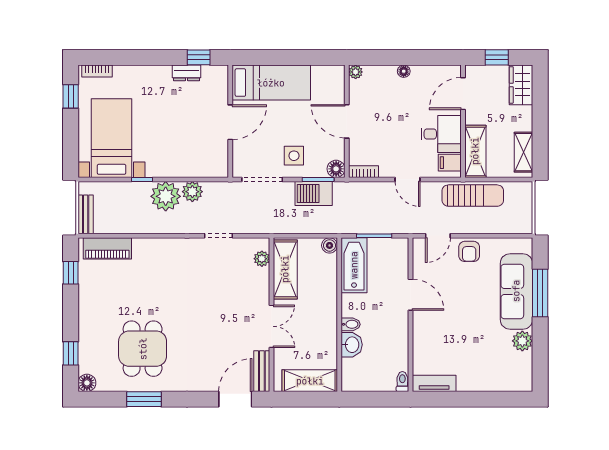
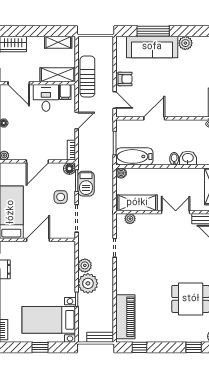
window: (71, 96) -> (40, 347), moved
door: (230, 122) -> (38, 240), hinge flipped
piano: (107, 248) -> (125, 317), width x1.37, depth x1.33

